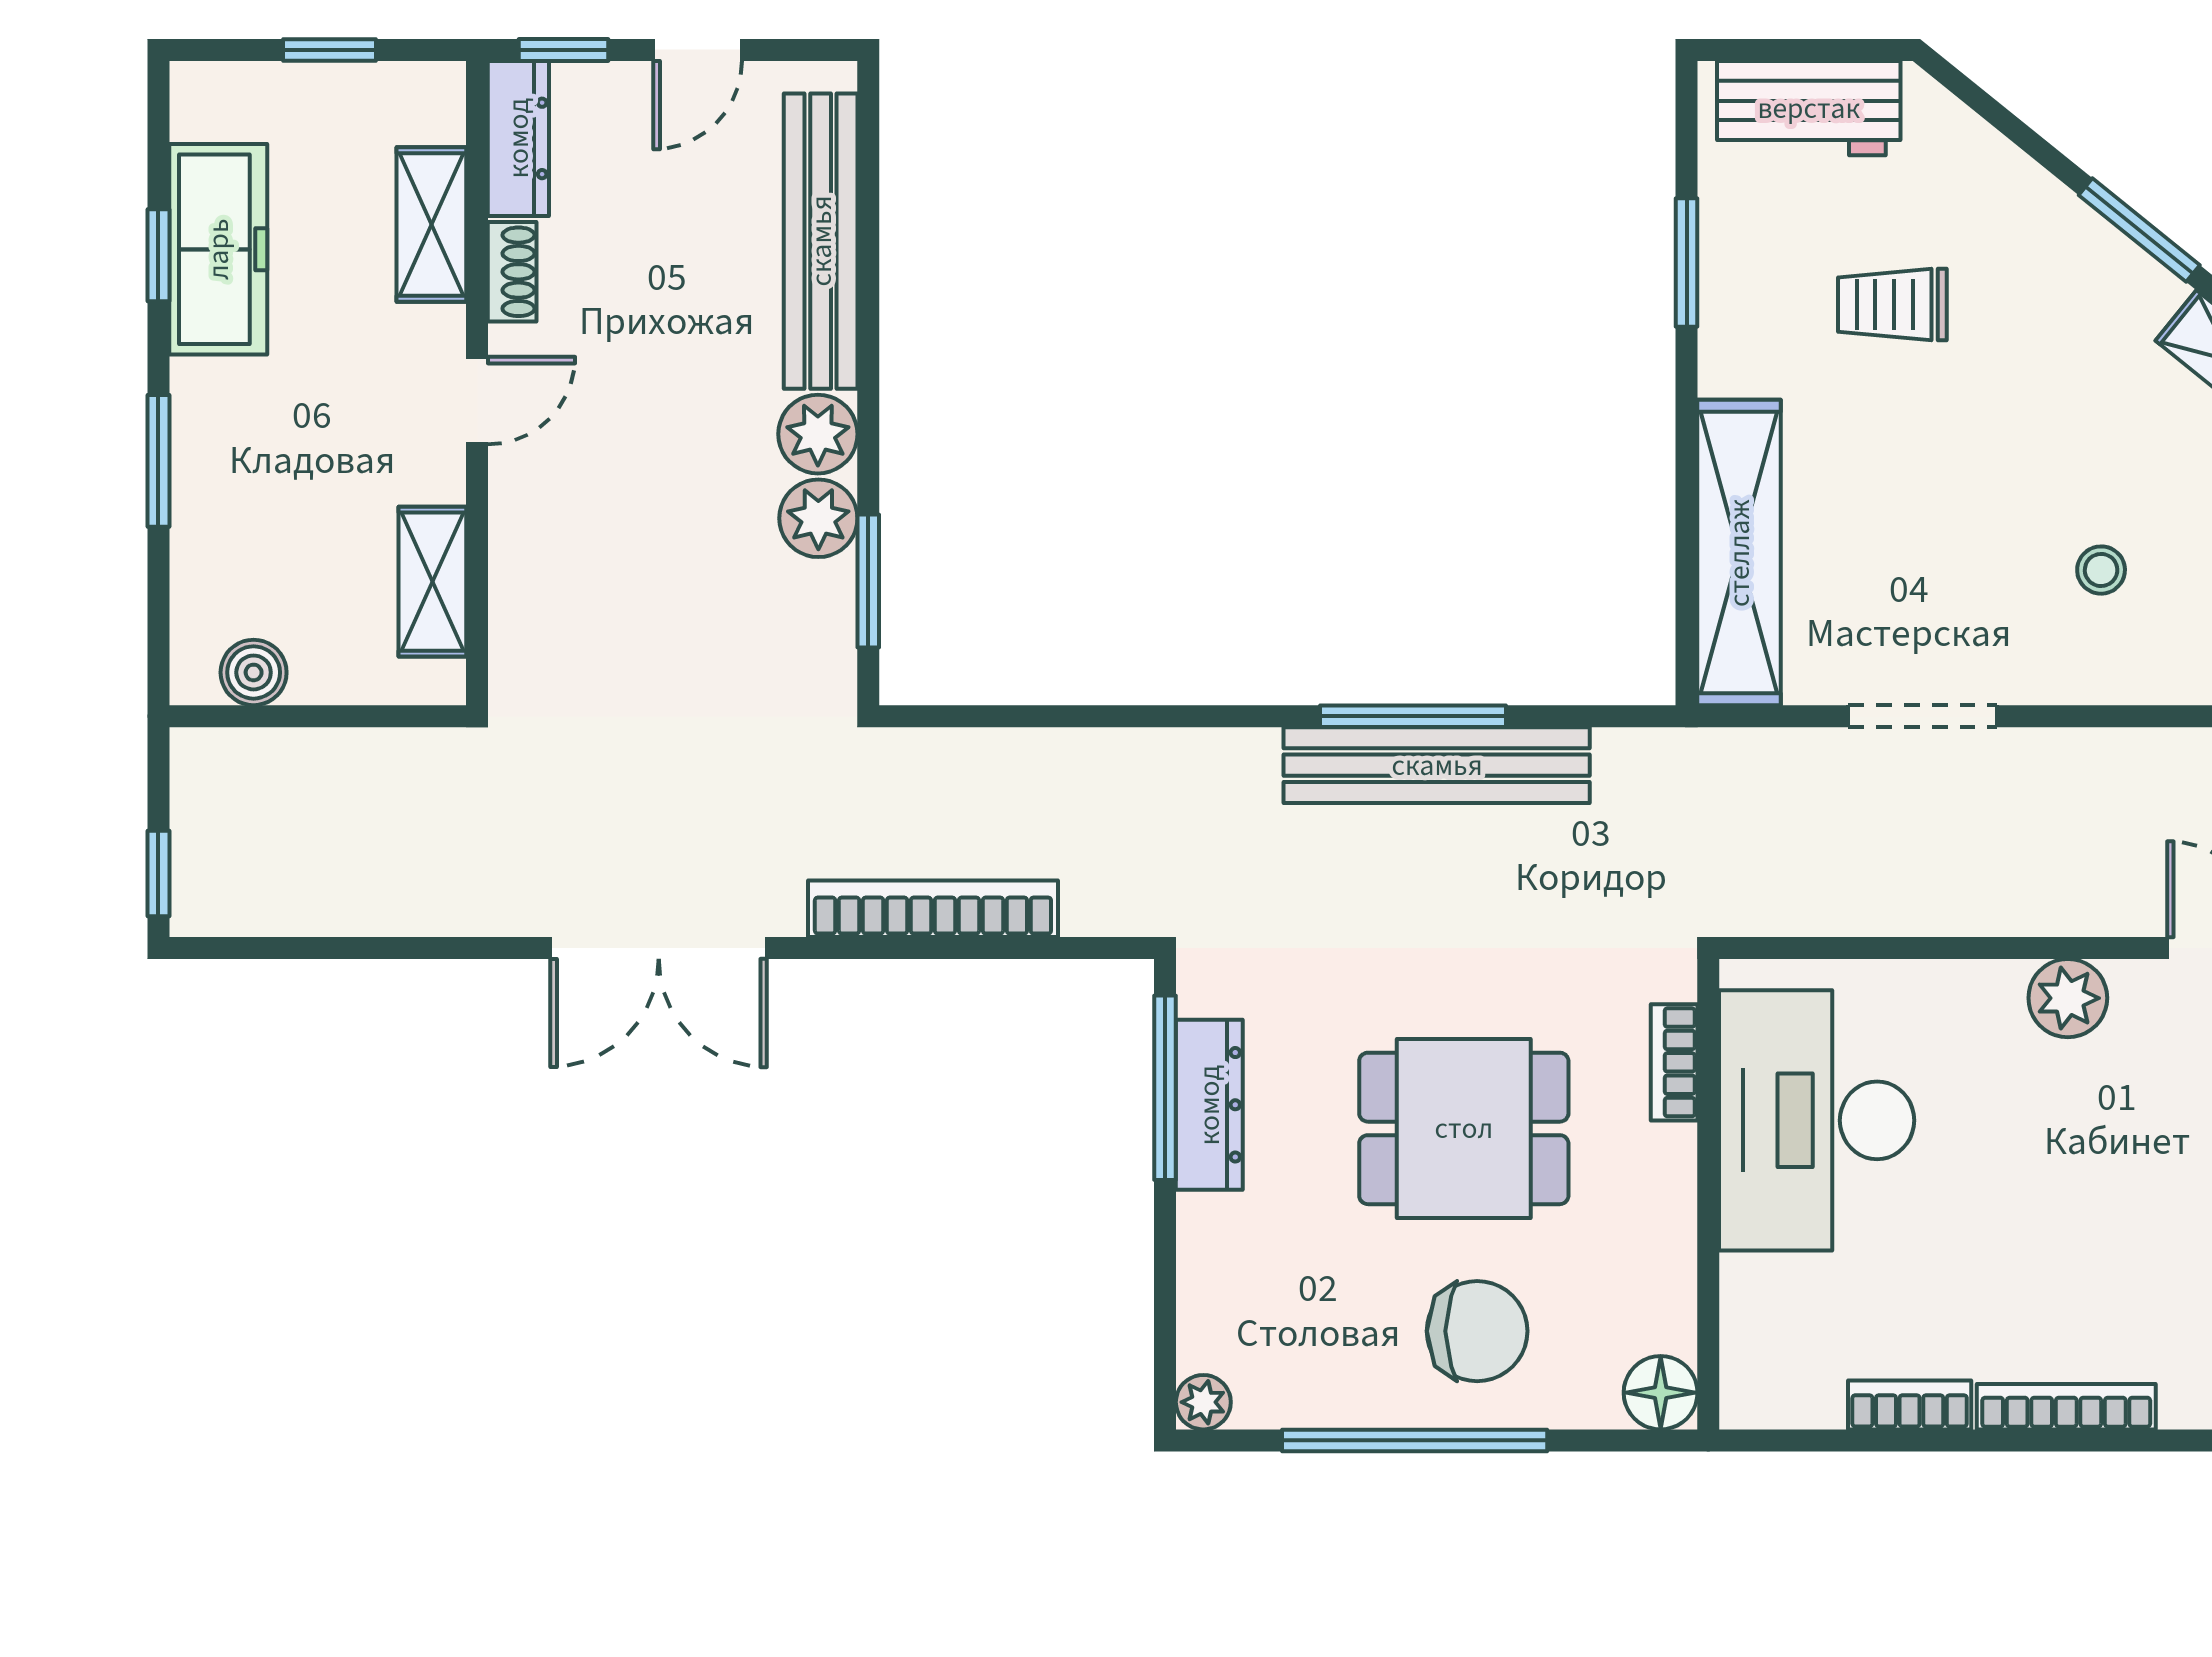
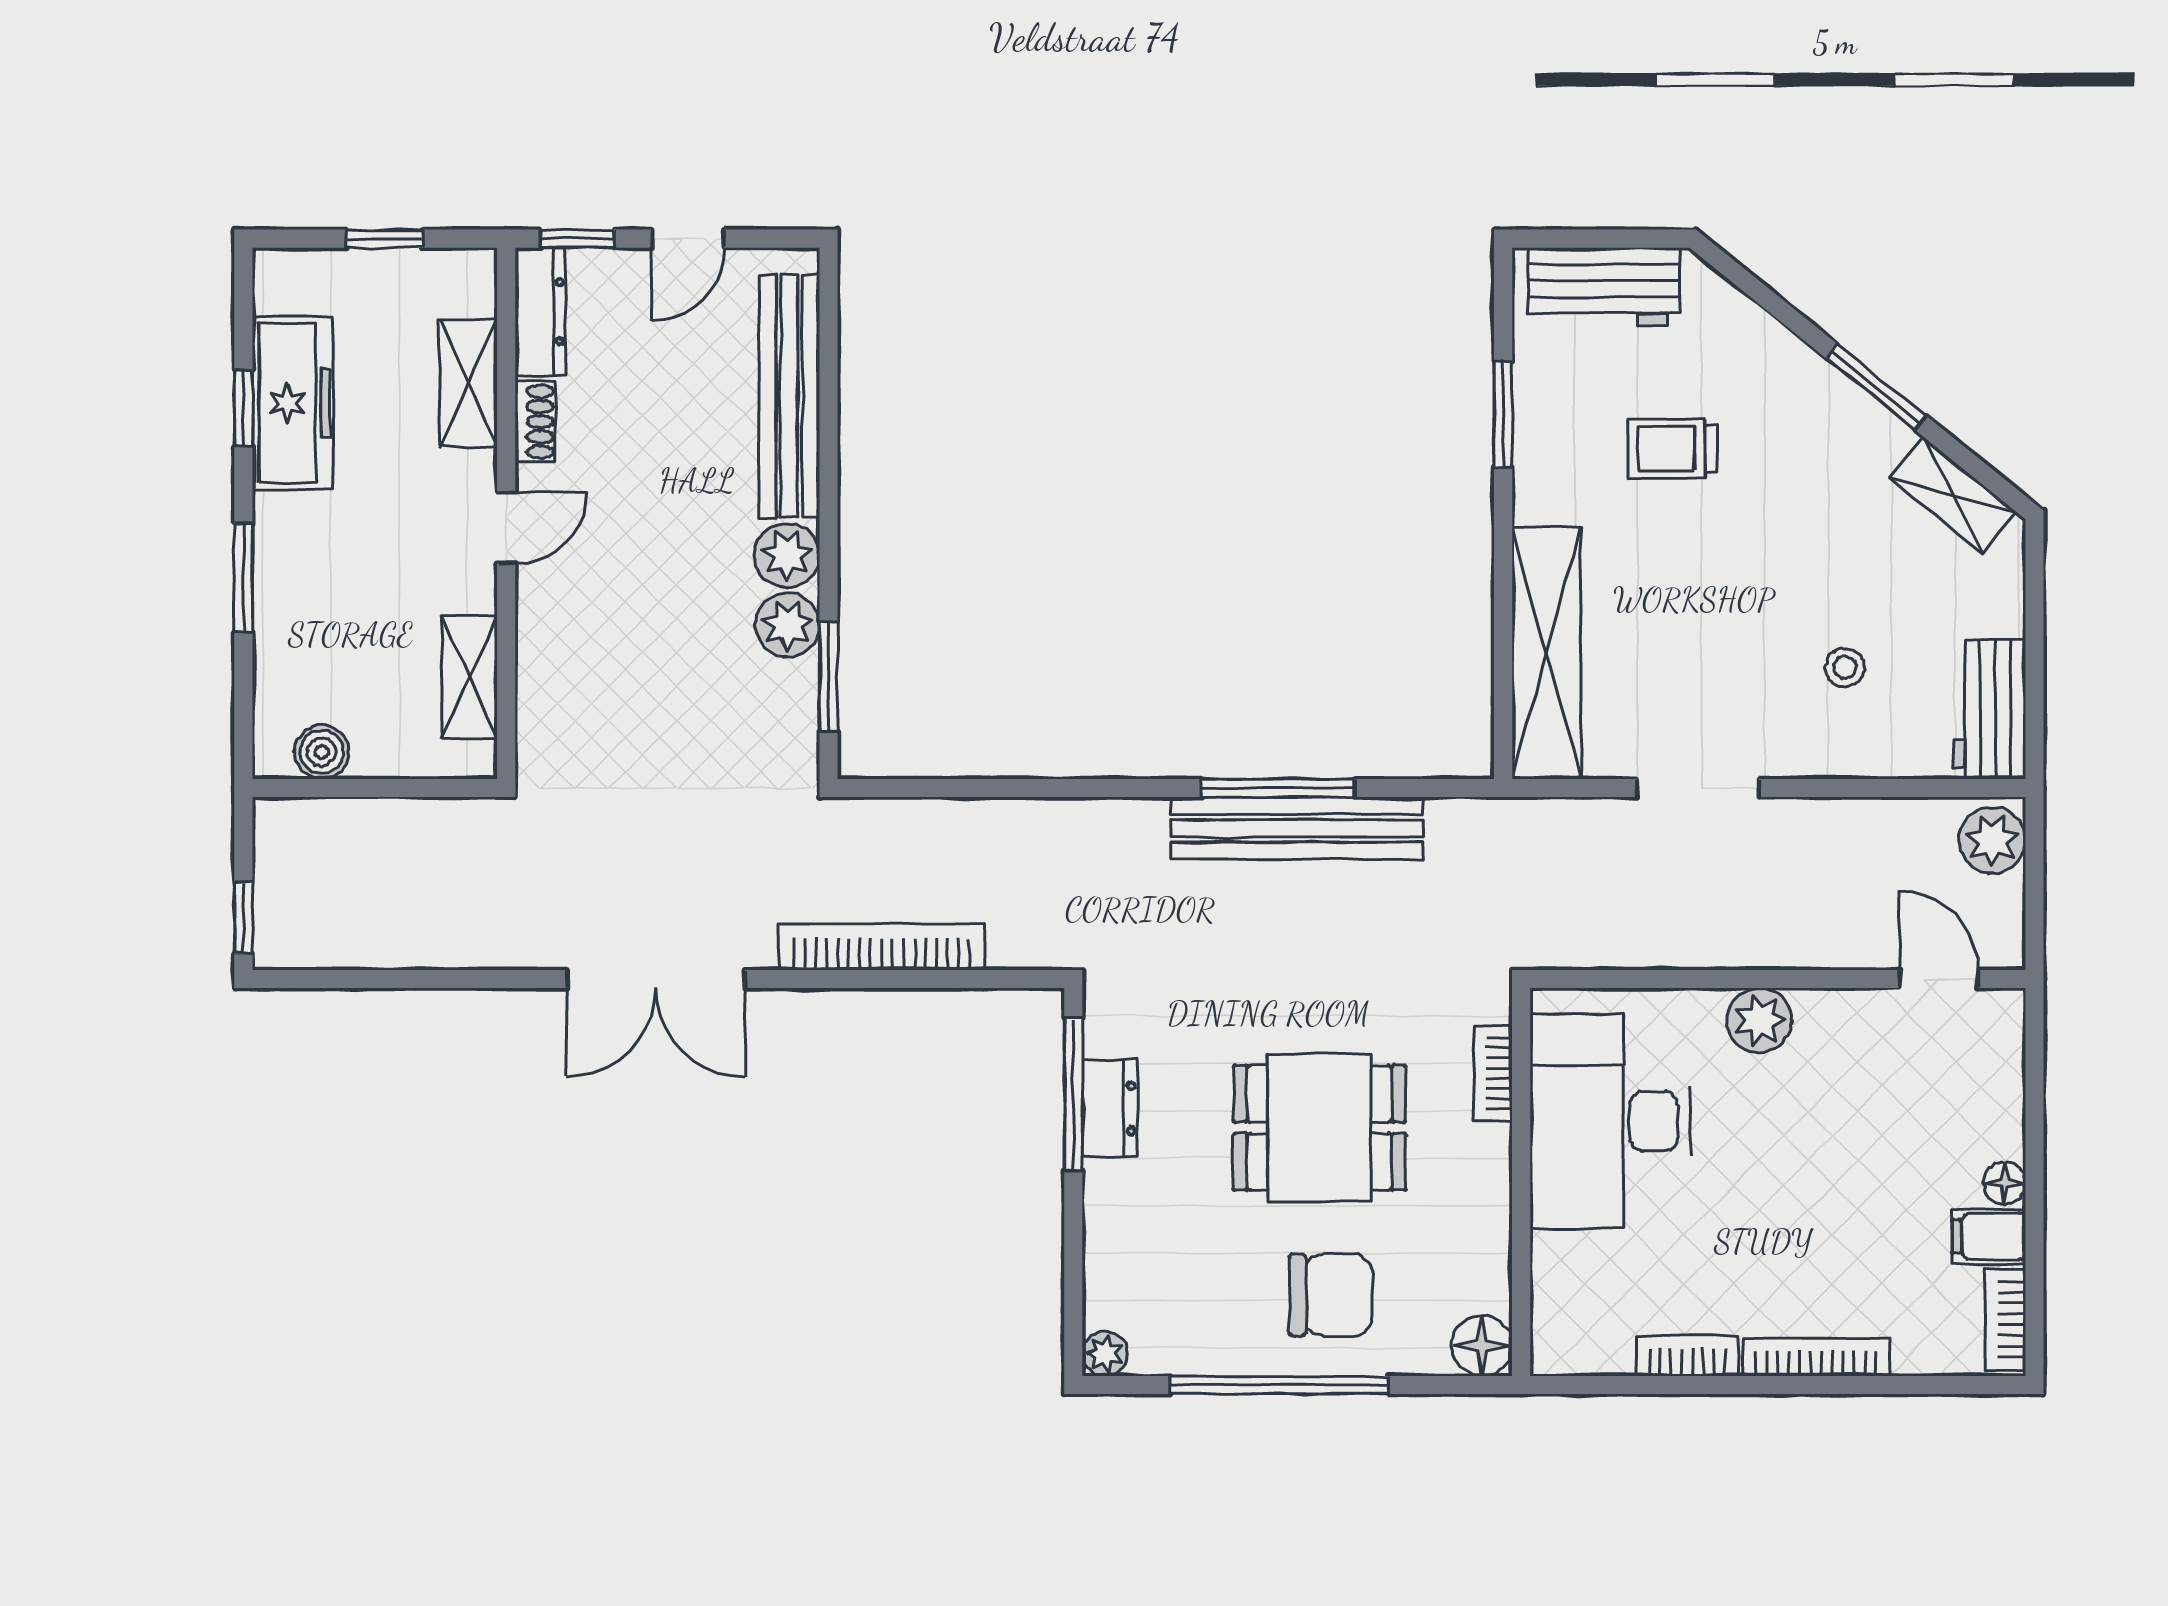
plant: (2068, 998) -> (1759, 1020), moved
dresser: (1209, 1105) -> (1110, 1108), width x0.70

